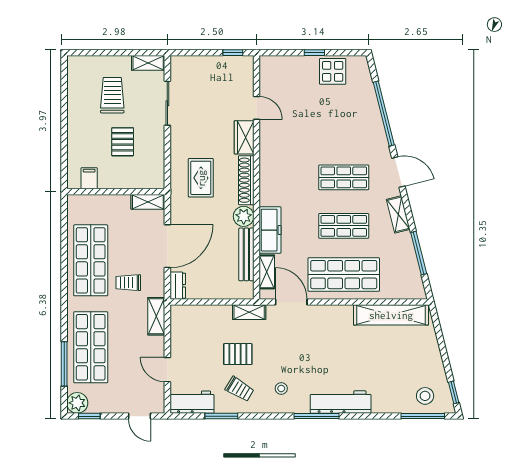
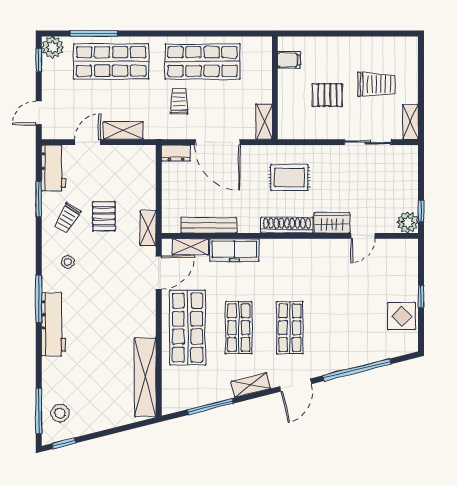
plant: (244, 216) -> (408, 222), moved
shelving: (156, 316) -> (124, 130), moved

